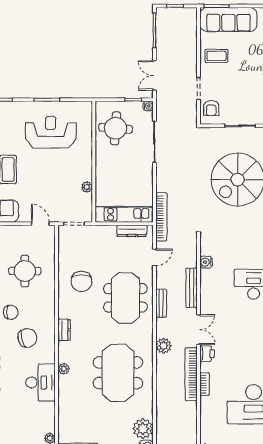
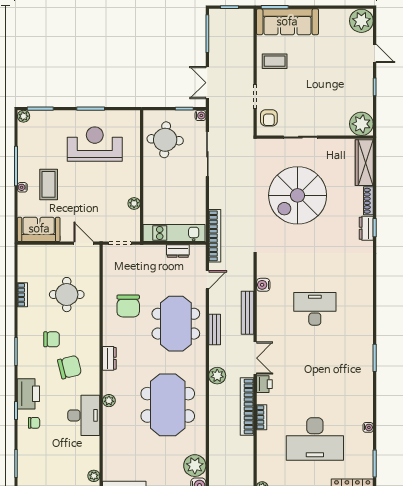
dresser: (132, 231) -> (178, 251), width x0.70

